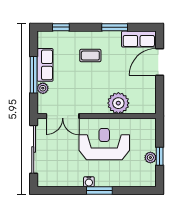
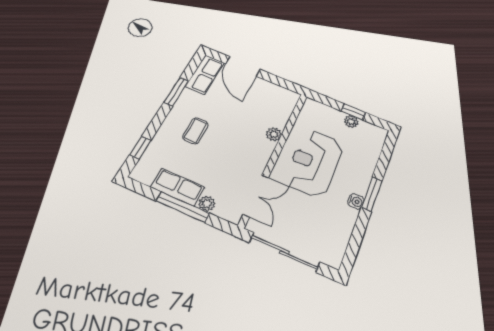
plant: (118, 103) -> (274, 134), width x0.53, depth x0.53

